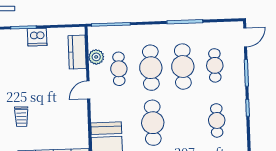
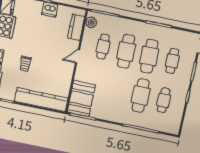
plant: (96, 57) -> (91, 22), moved
cafe table: (153, 123) -> (141, 96), moved

